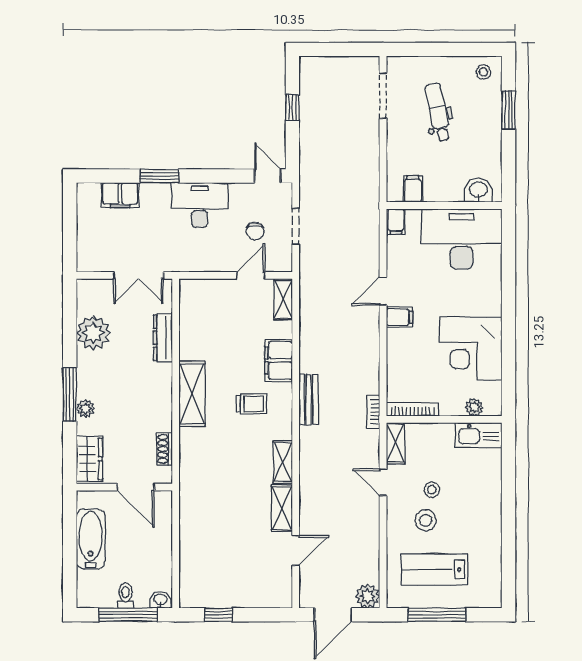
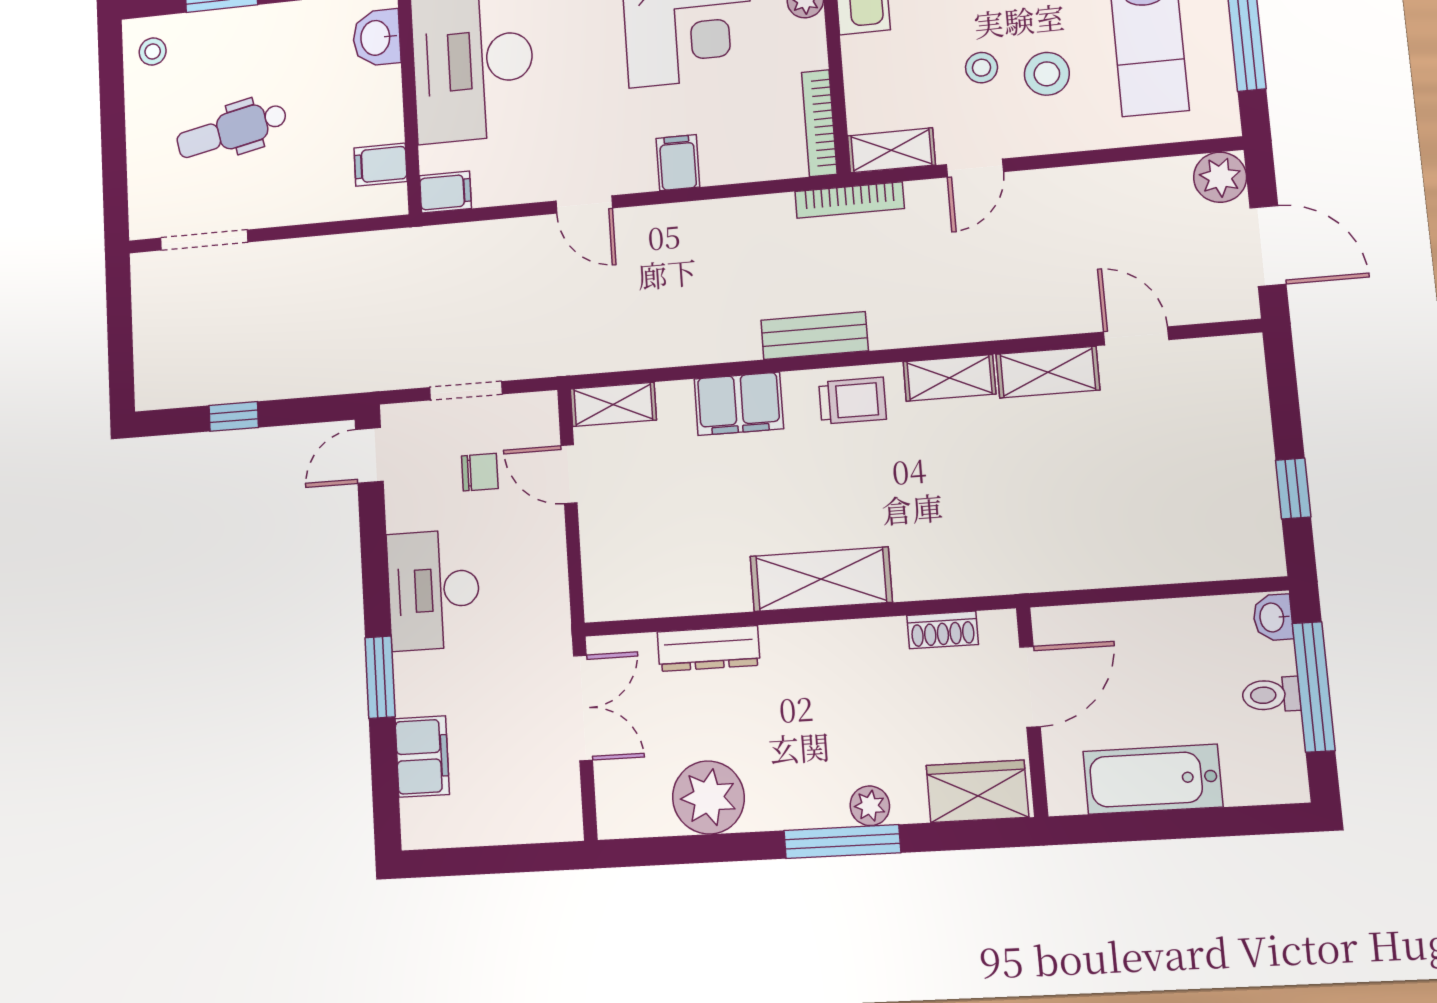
filing cabinet: (399, 317) -> (678, 163), moved
trolley: (251, 404) -> (853, 401), moved, turned 90
bookcase: (373, 412) -> (850, 200), width x1.56

